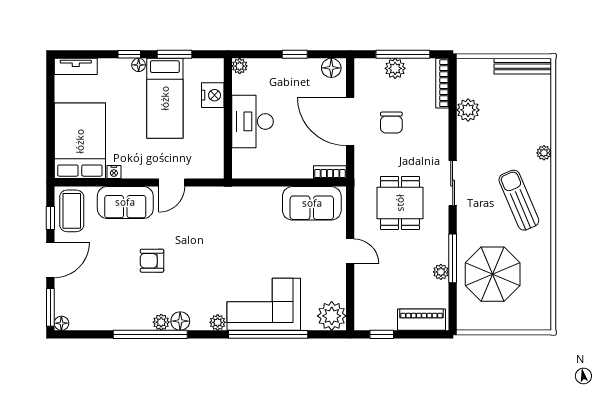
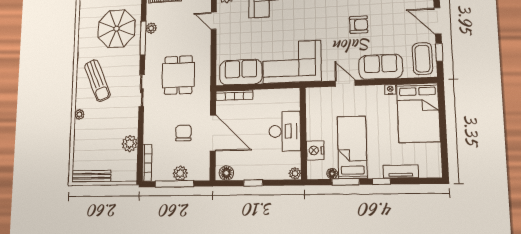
floor lamp: (139, 65) -> (332, 174), moved
tv unit: (76, 66) -> (401, 172), moved
bookcase: (330, 172) -> (234, 95), width x1.56
door: (172, 182) -> (345, 83), hinge flipped
corner sofa: (242, 214) -> (292, 62), added
door: (350, 251) -> (214, 21), moved
door: (50, 260) -> (438, 21), hinge flipped

